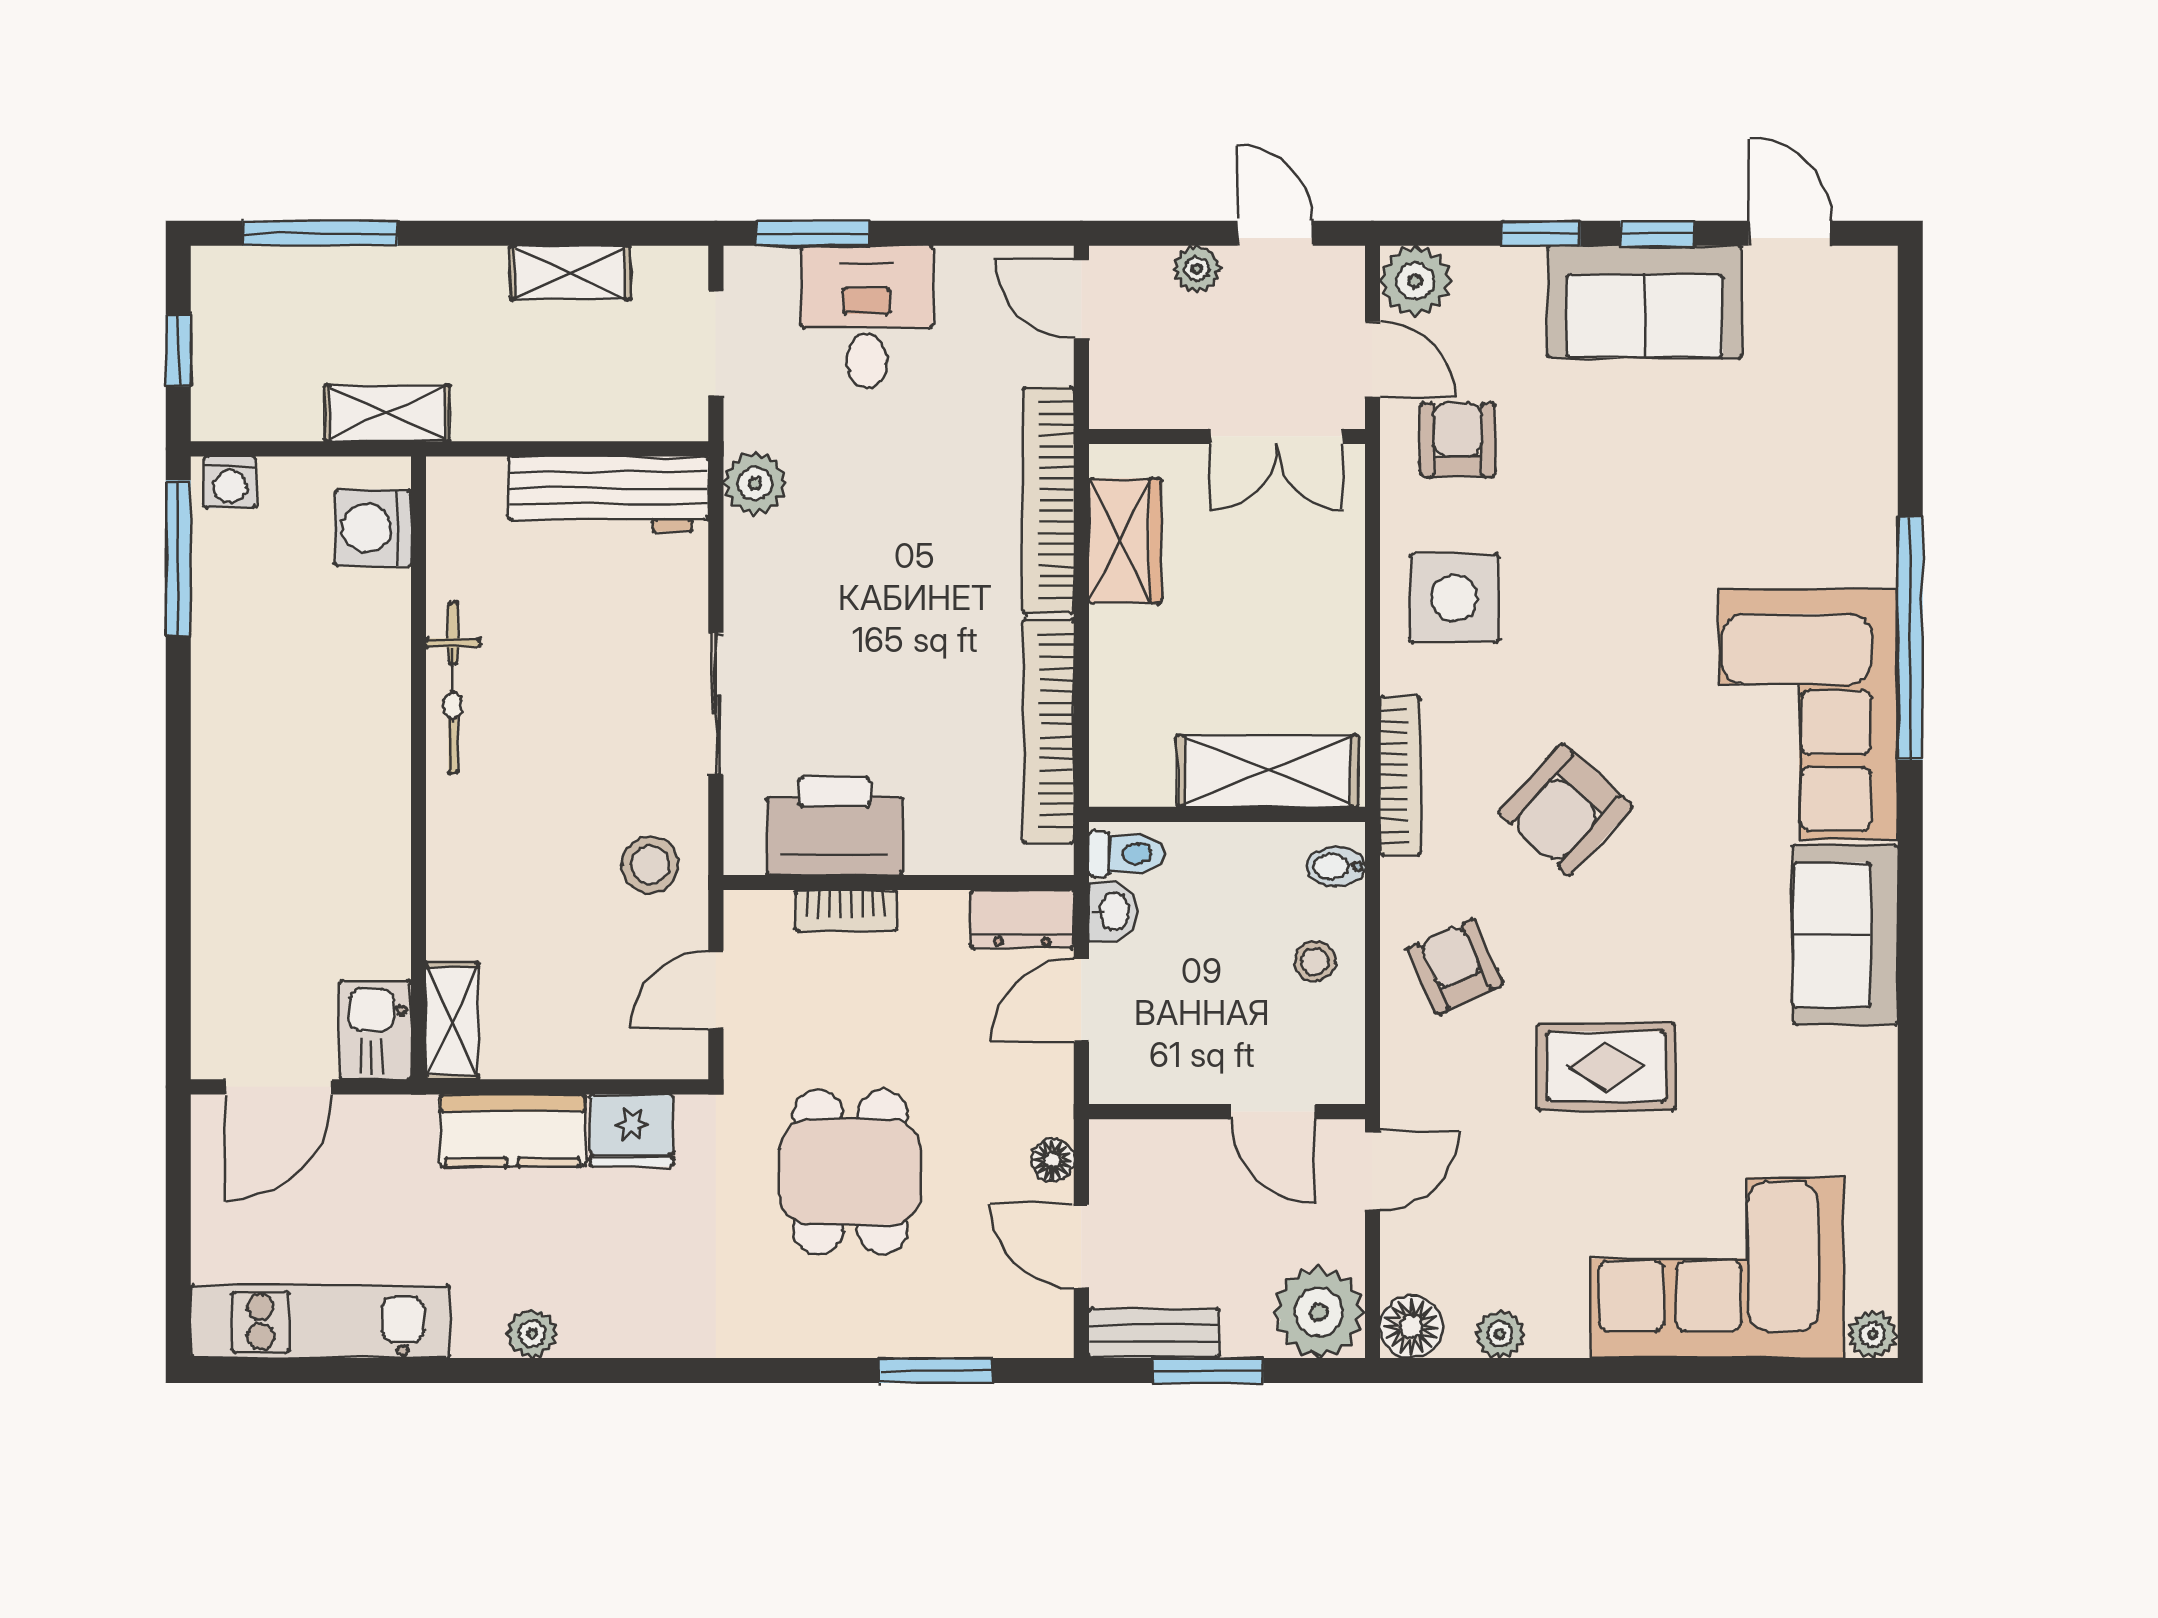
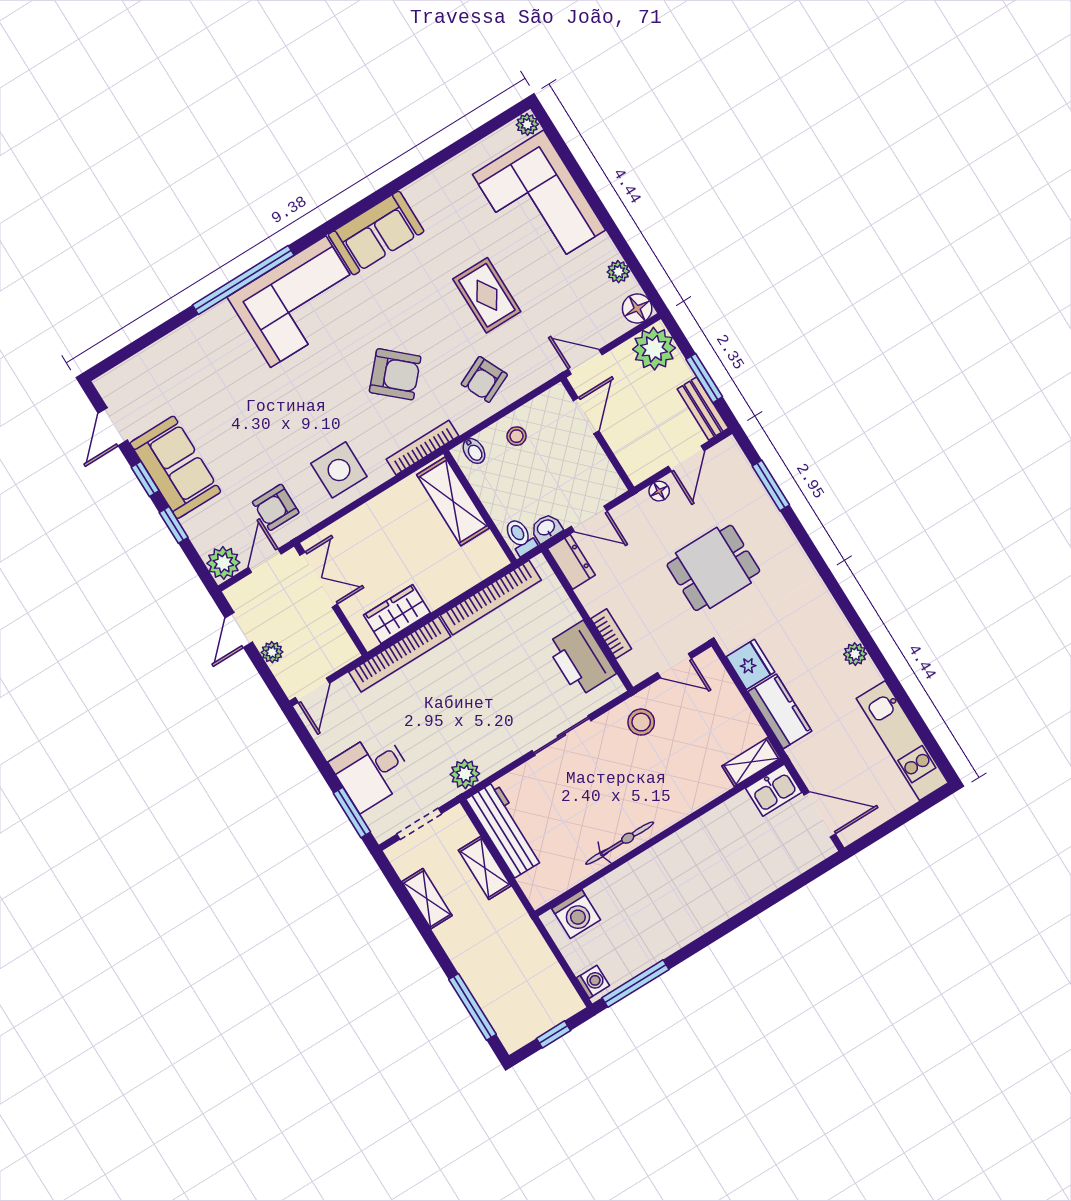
shelving: (387, 413) -> (485, 868), moved

